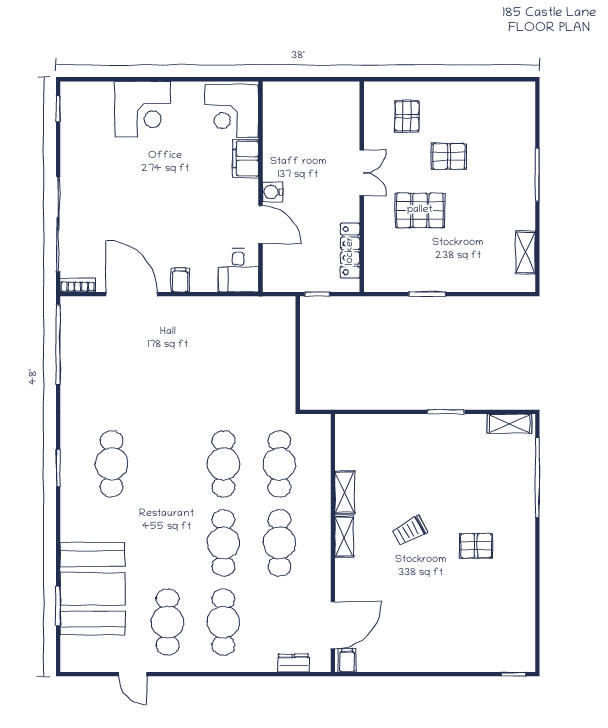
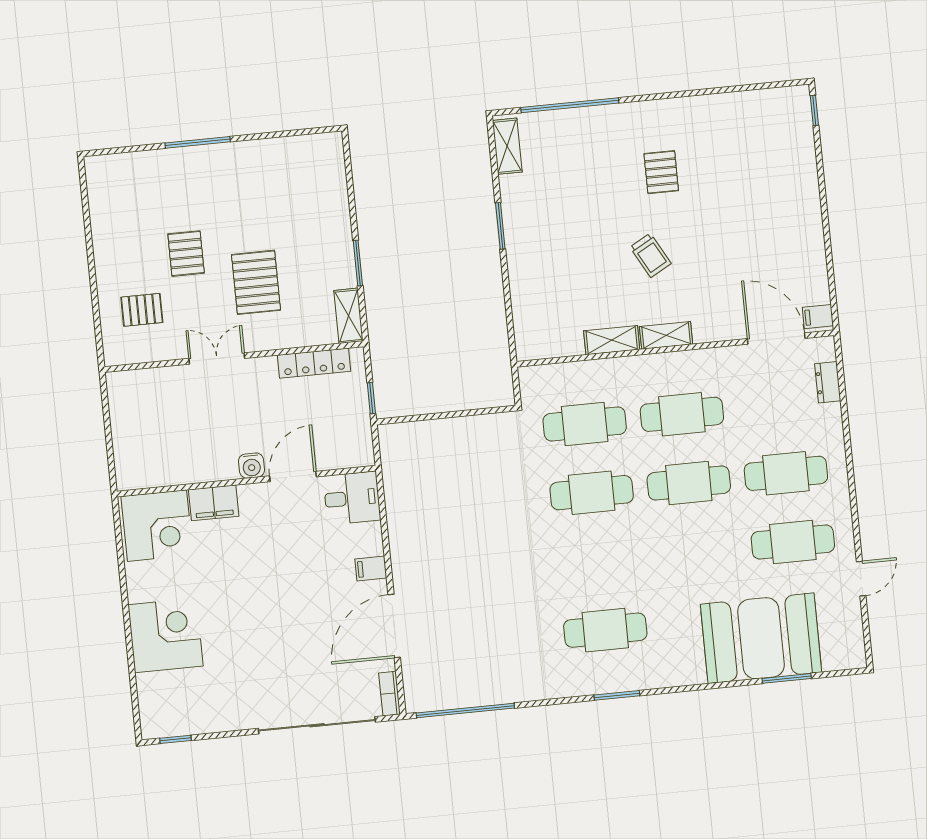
shelving: (525, 252) -> (348, 316), moved, turned 90

